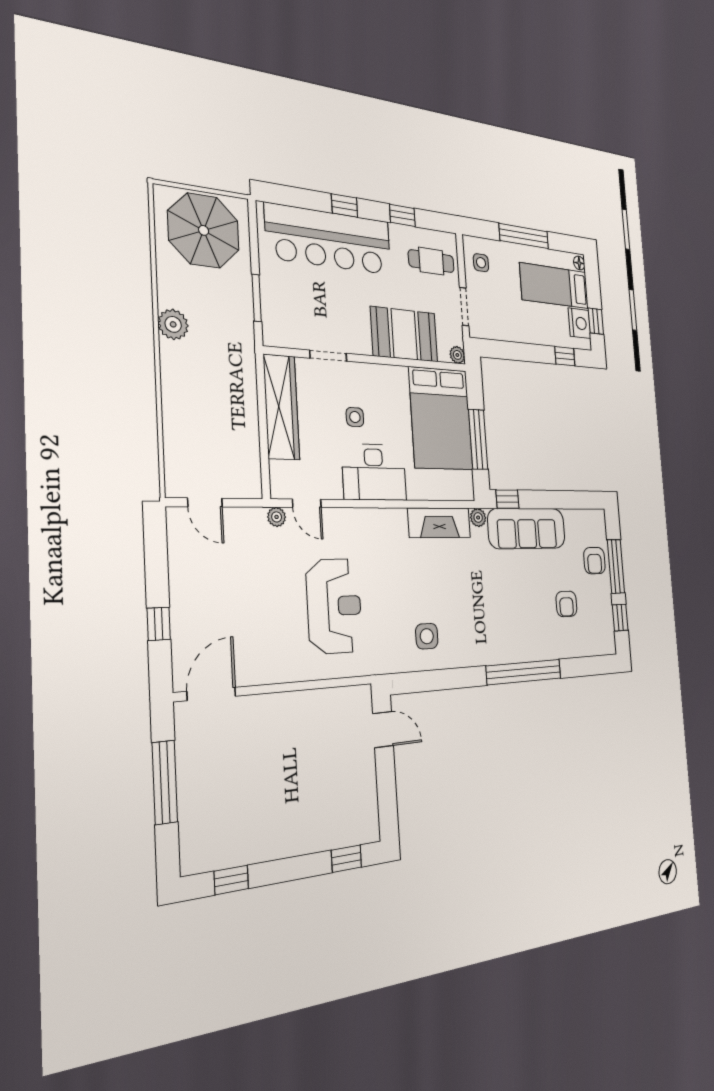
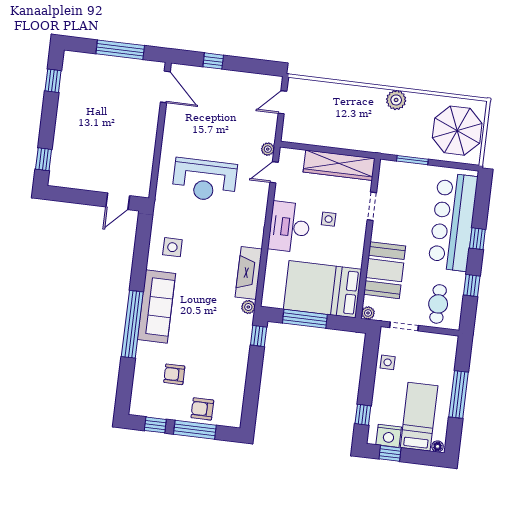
side table: (481, 263) -> (388, 362), moved
sofa: (527, 529) -> (156, 306), moved, turned 180

